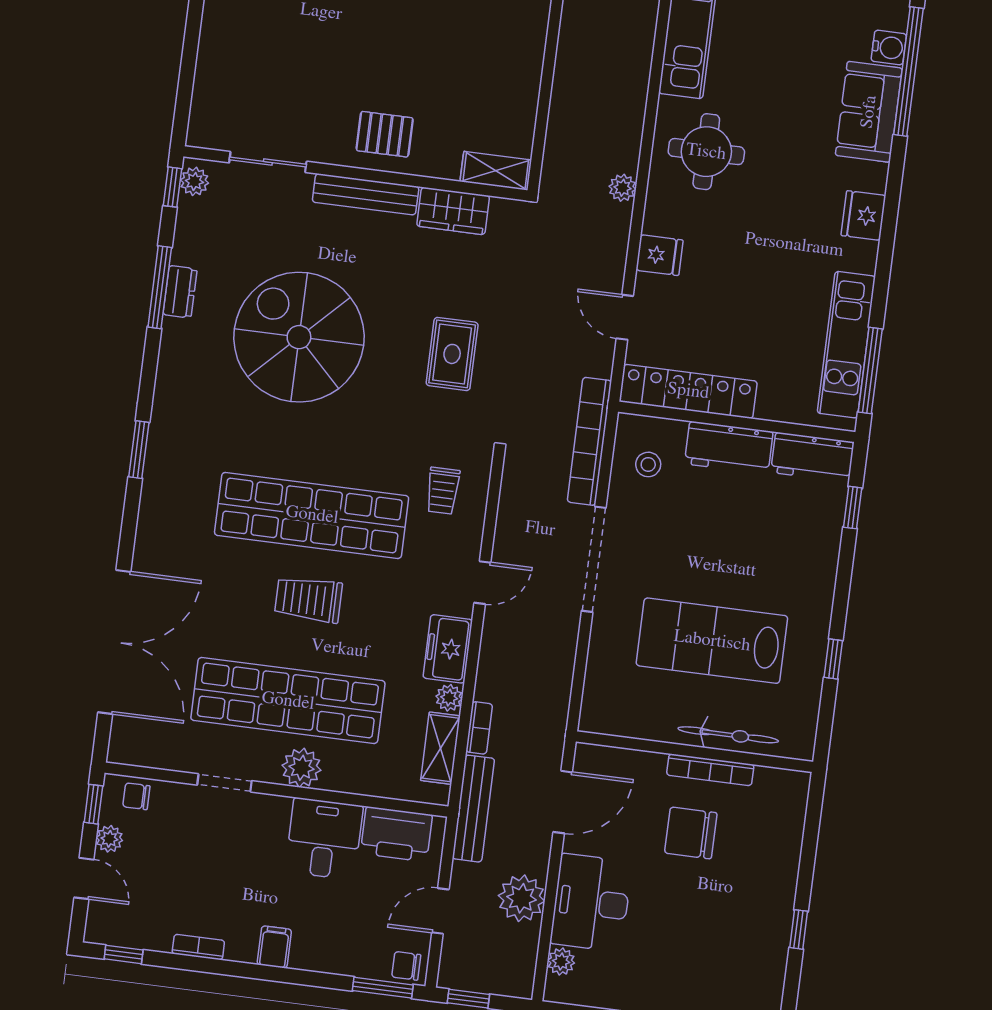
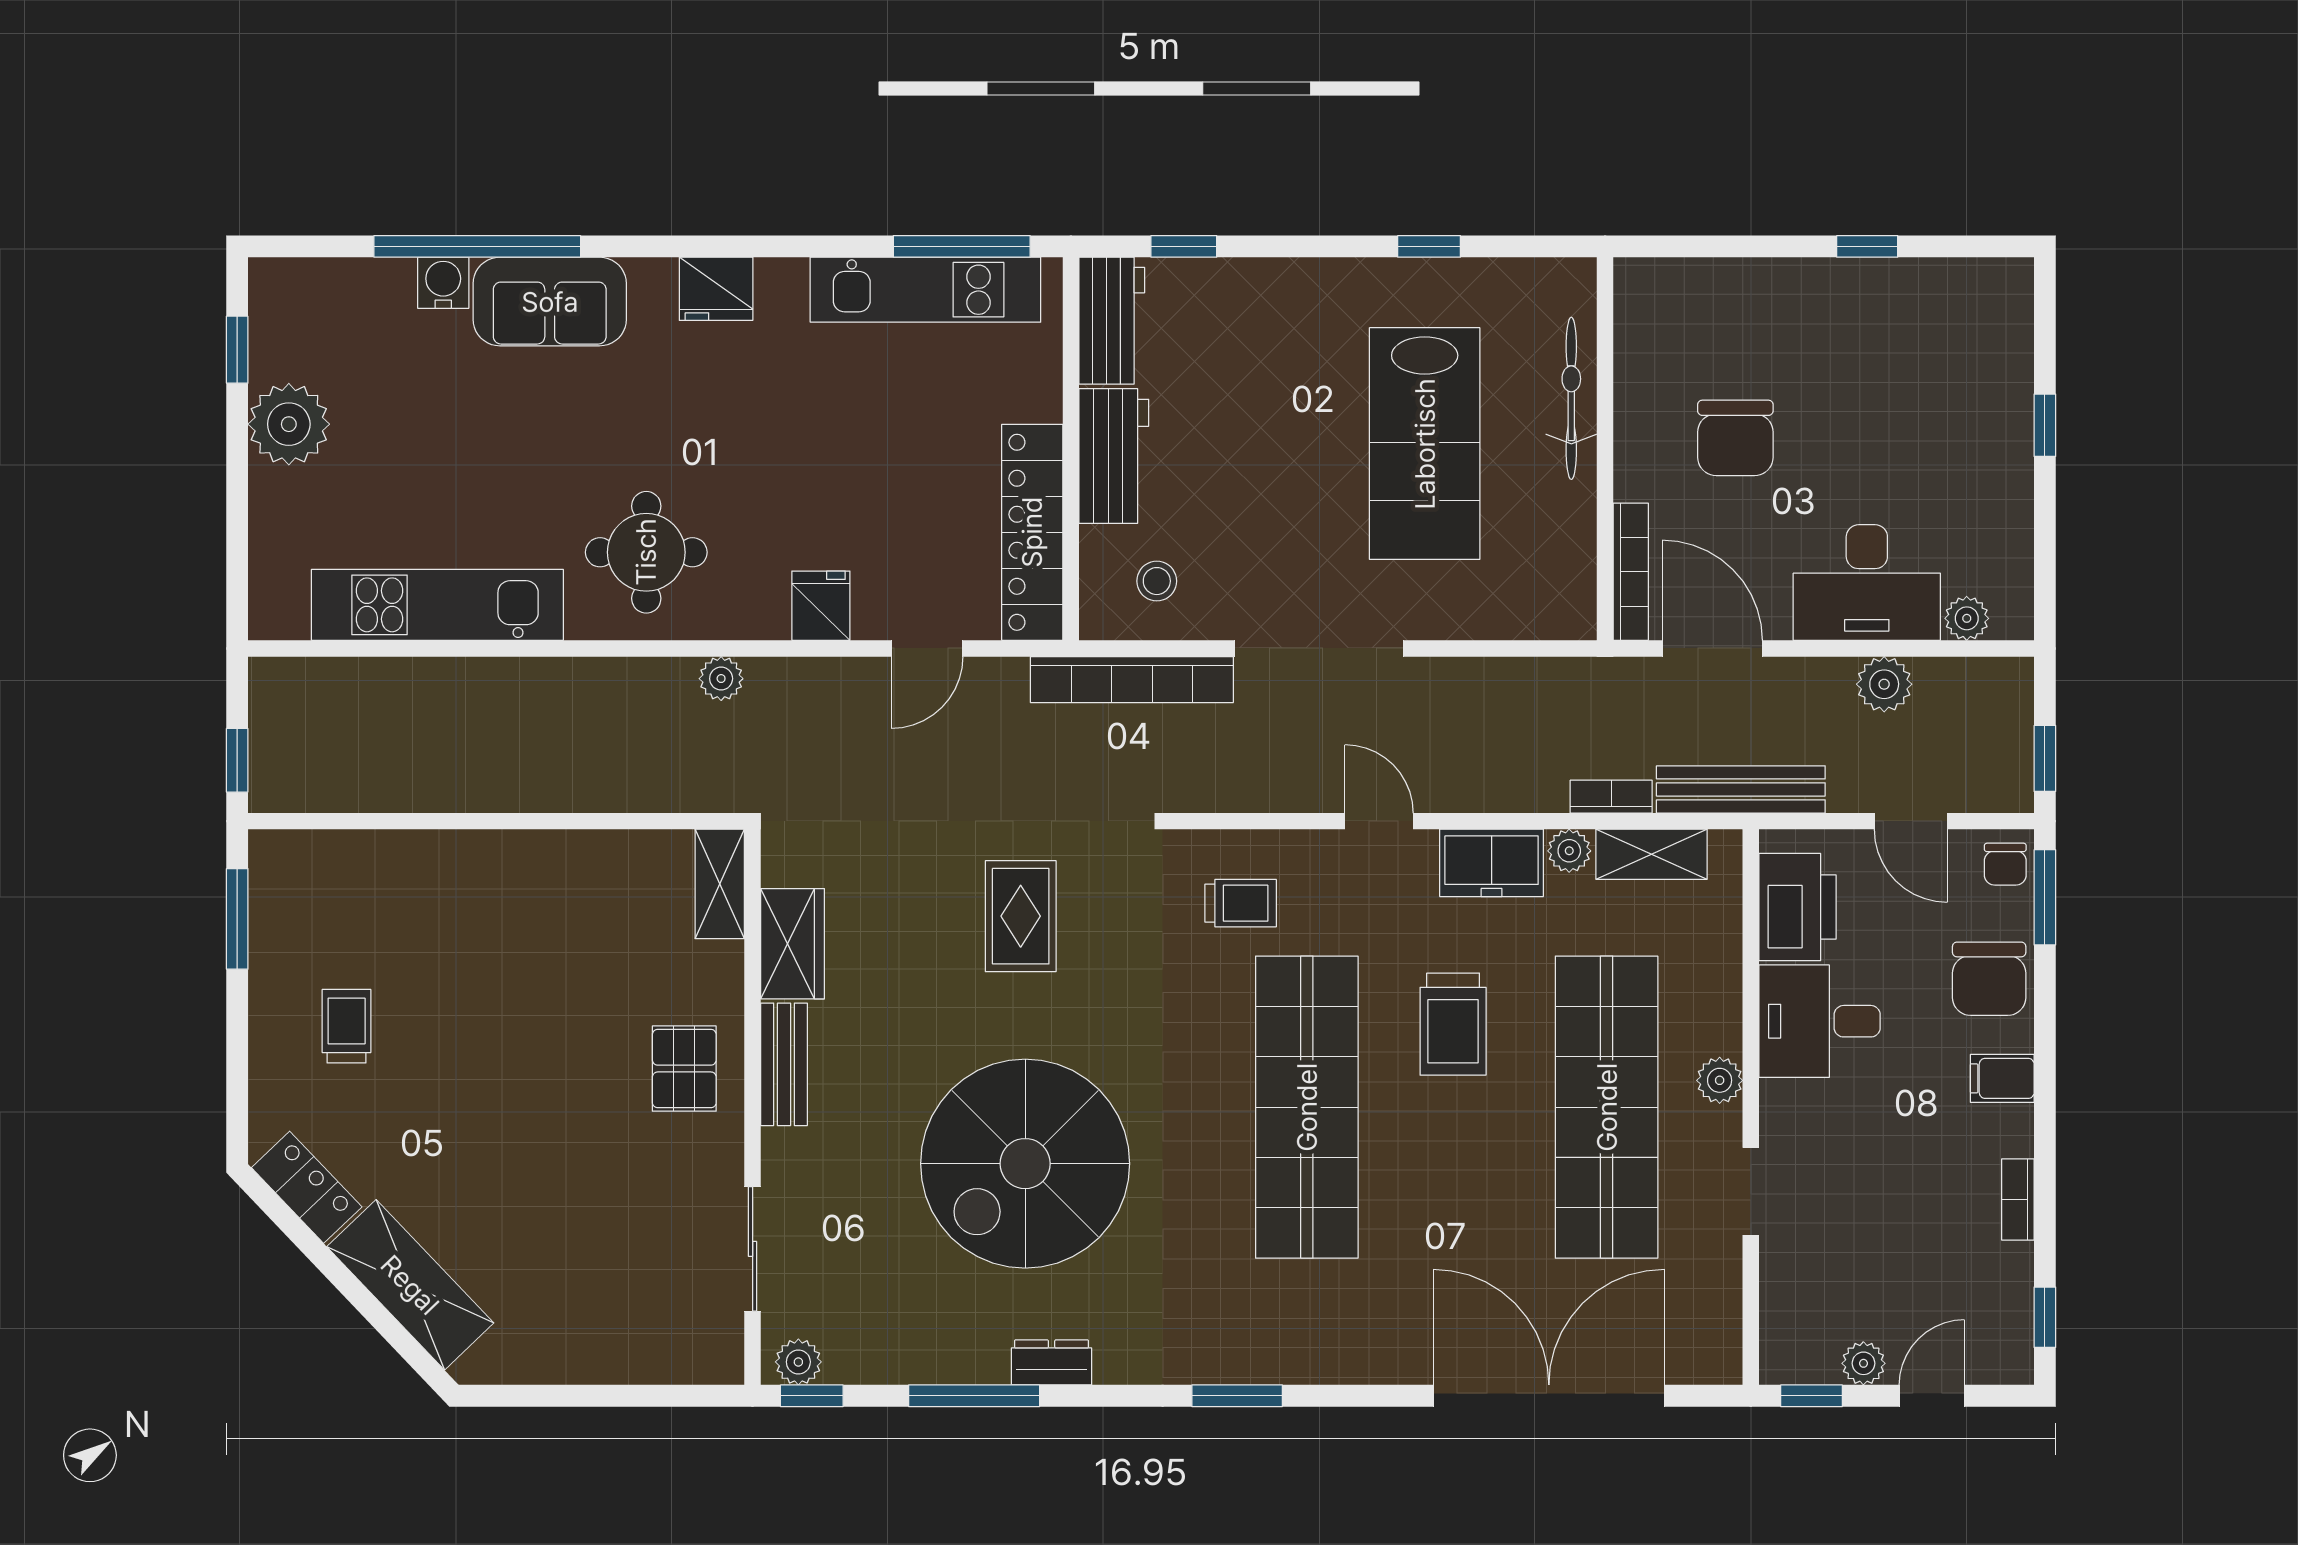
bench: (366, 194) -> (784, 1064), width x0.73
dresser: (180, 292) -> (1052, 1362), moved
rug: (452, 354) -> (1021, 916), turned 90
trolley: (308, 599) -> (1453, 1024), moved
plant: (302, 768) -> (1720, 1080), width x0.73, depth x0.73
bookcase: (710, 770) -> (1631, 572), moved
chair: (136, 796) -> (1989, 979), moved, width x1.87, depth x1.87
plant: (522, 898) -> (1884, 684), width x0.73, depth x0.73

